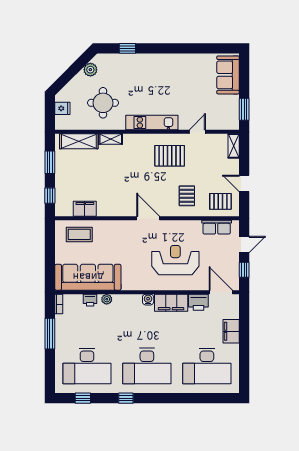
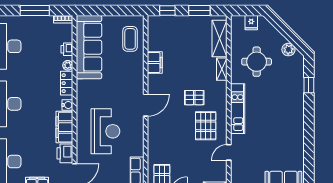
door: (197, 132) -> (229, 152), swing flipped
pallet: (187, 196) -> (194, 98), moved
filing cabinet: (85, 209) -> (155, 62), moved
locker: (125, 300) -> (67, 83), added

